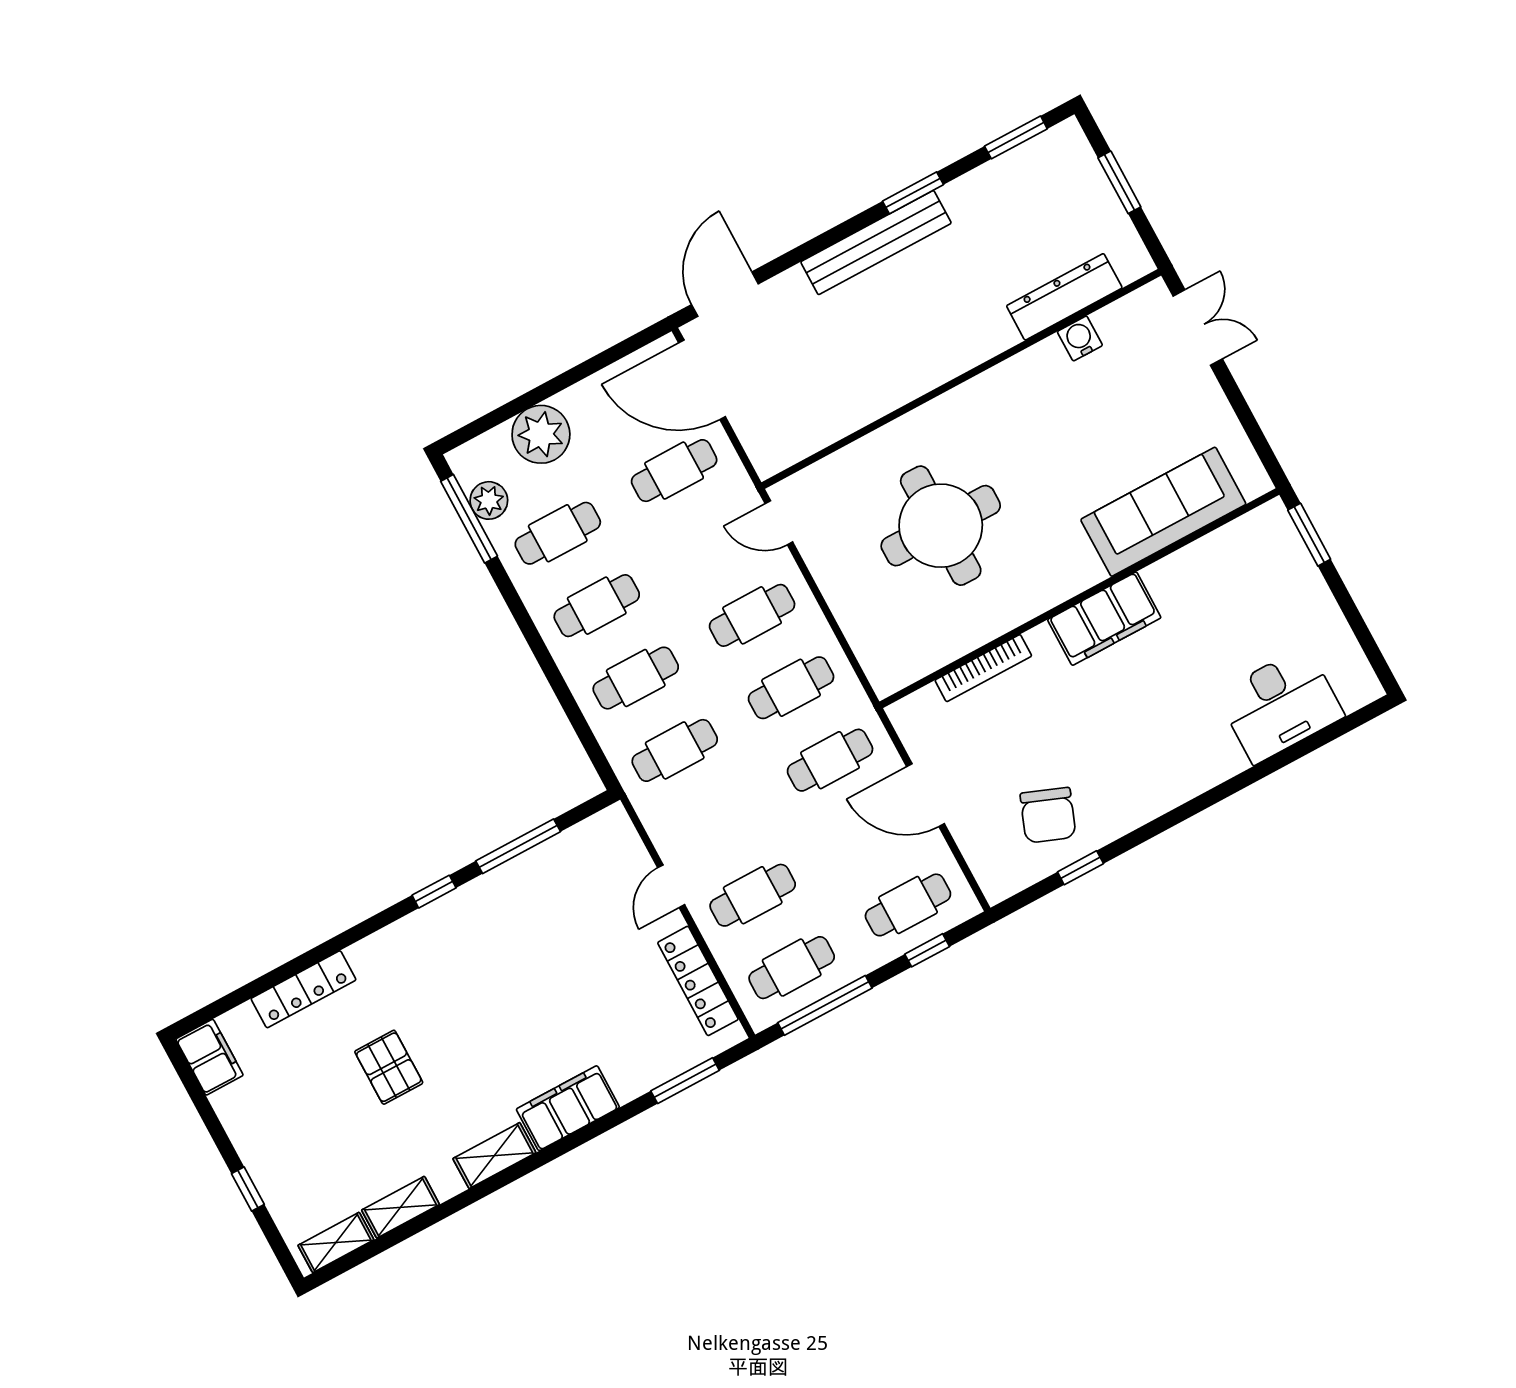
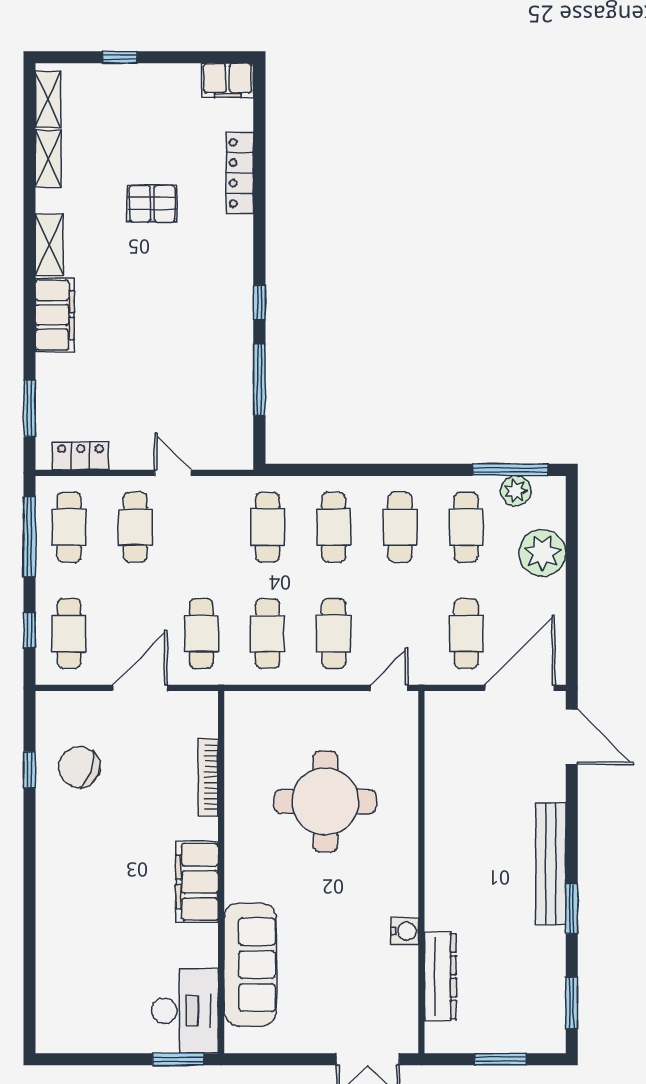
water cooler: (1080, 338) -> (405, 931), moved
desk: (1280, 705) -> (185, 1011), moved, turned 180
locker: (698, 981) -> (81, 456), width x0.66

